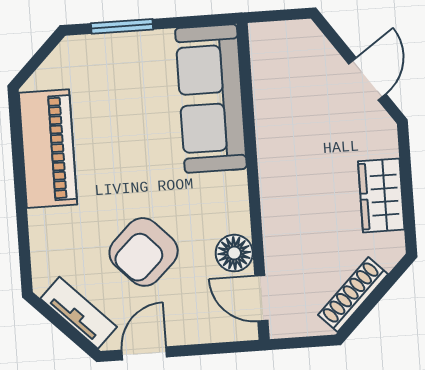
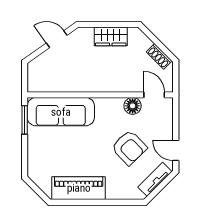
window: (122, 26) -> (25, 120), moved
shoe rack: (353, 295) -> (159, 56), width x0.70
door: (261, 298) -> (154, 95), swing flipped

